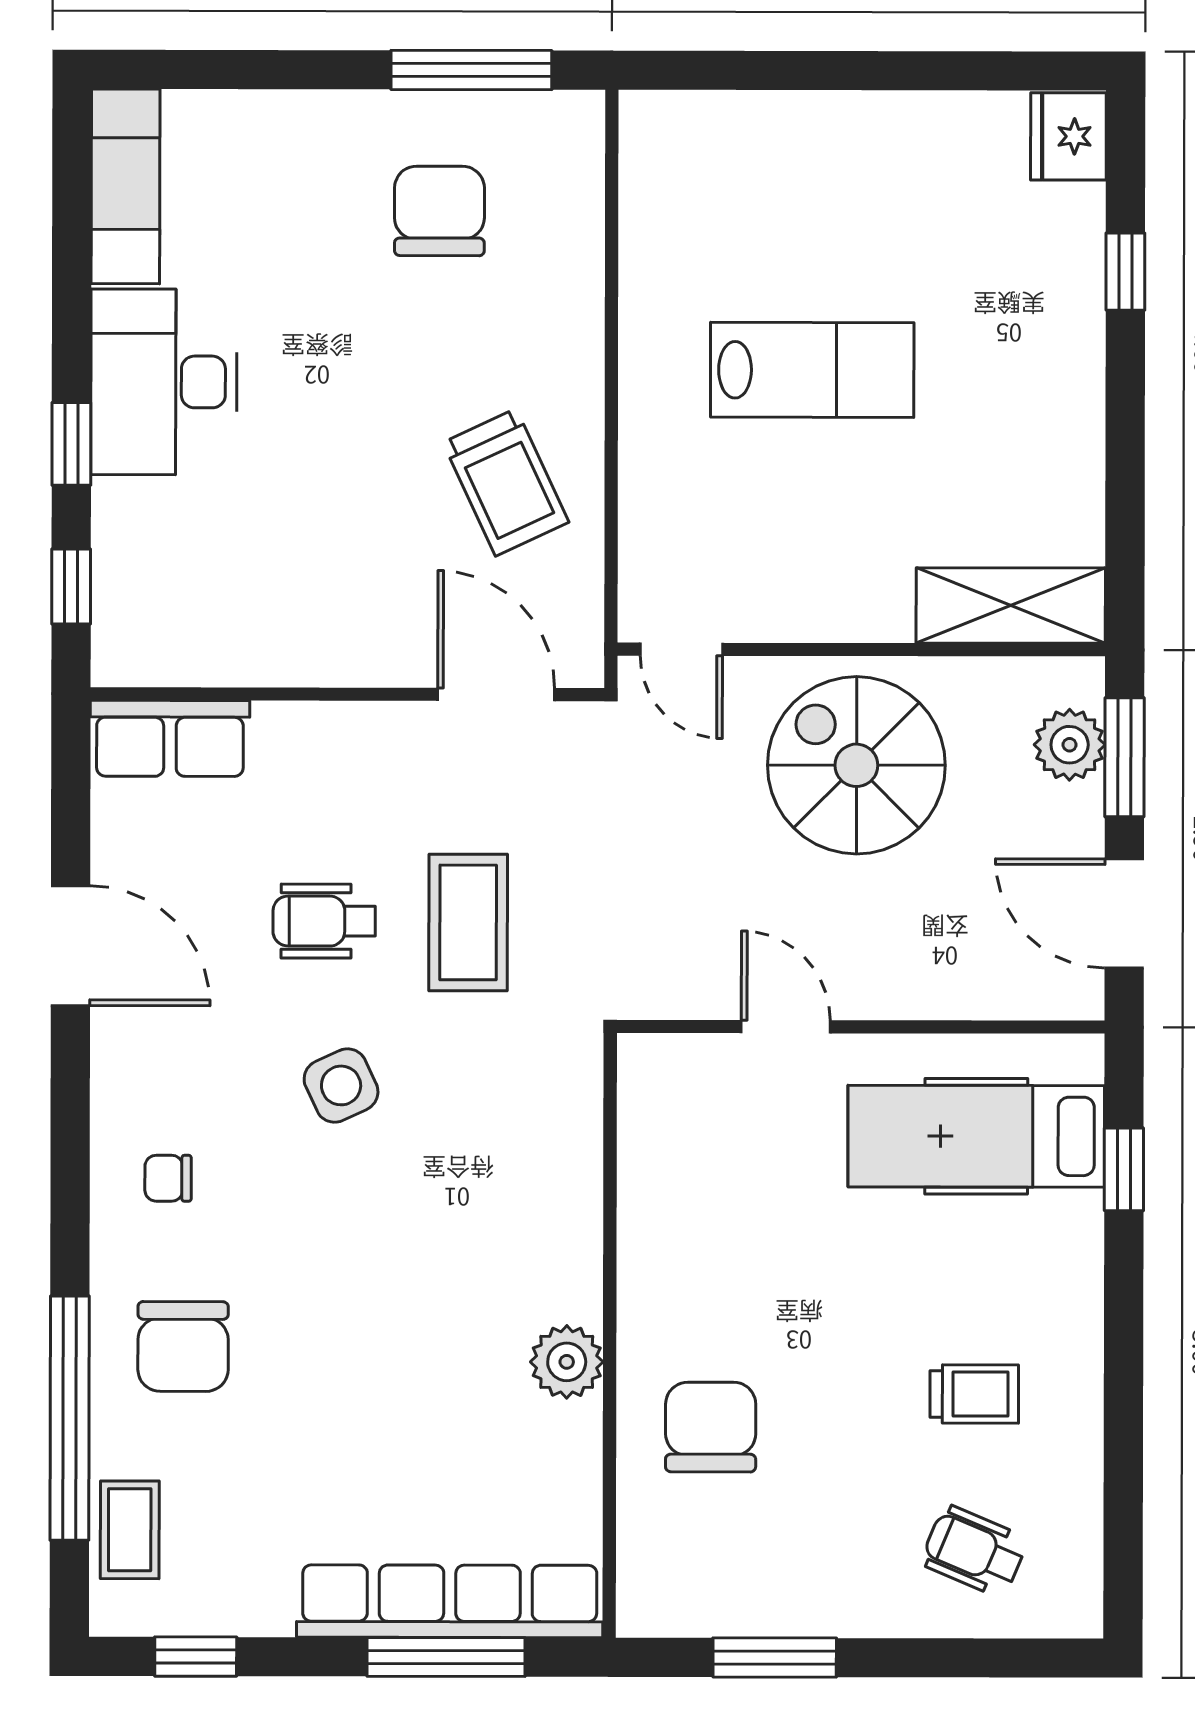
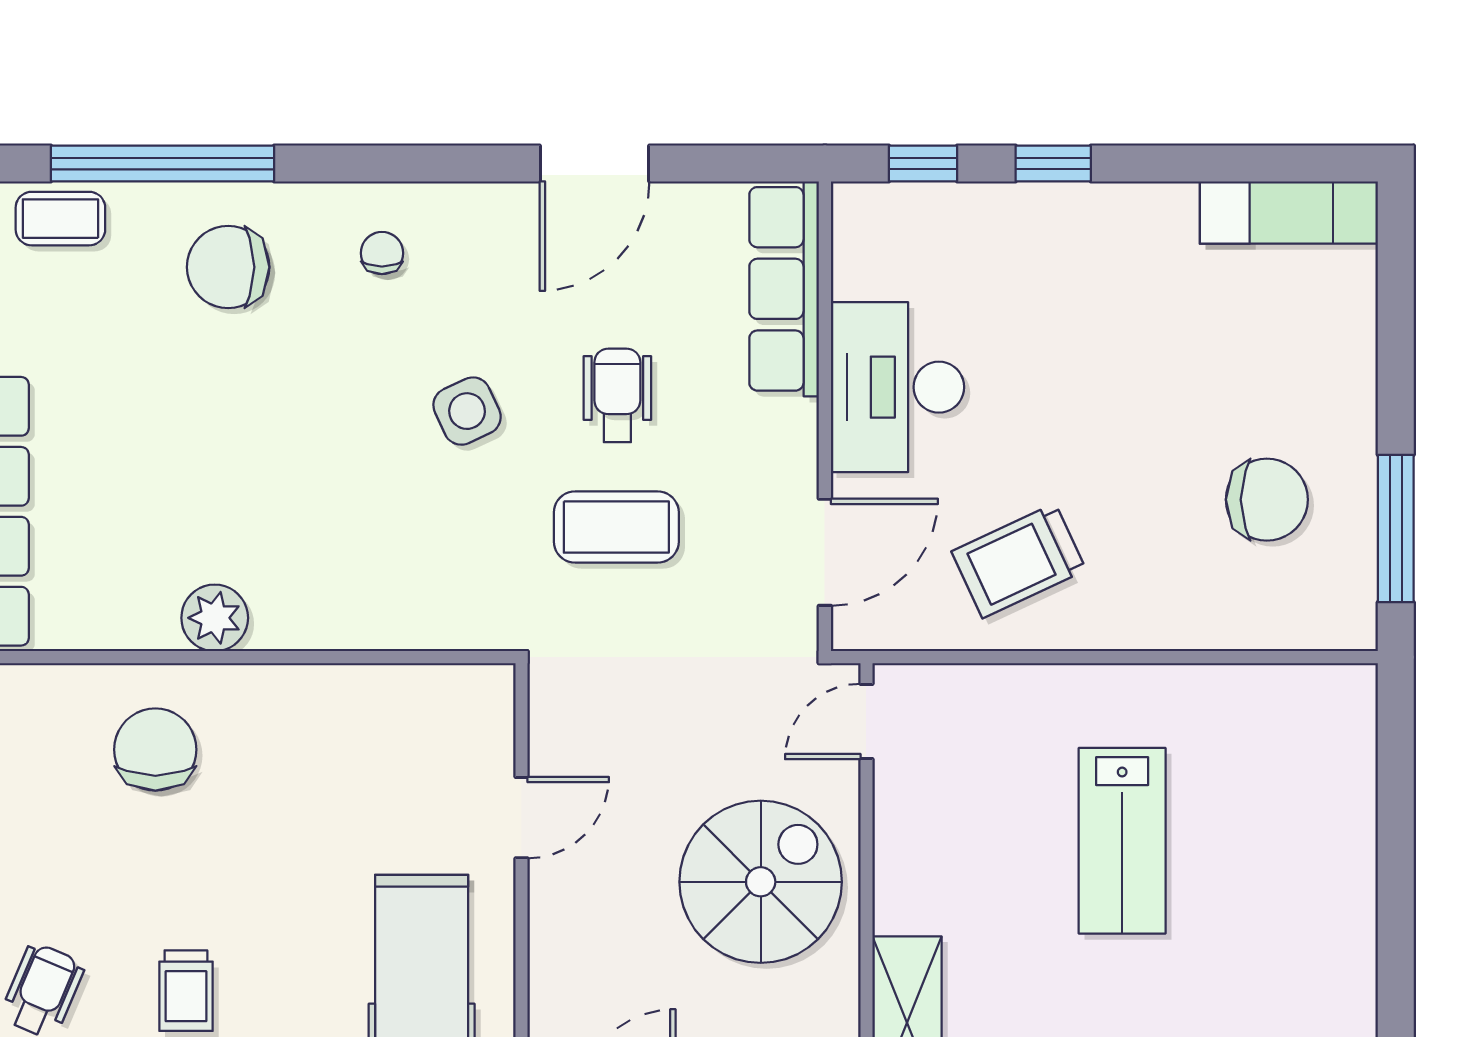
desk: (164, 382) -> (898, 387), moved, turned -90
row of seats: (170, 738) -> (784, 289), width x1.48
chair: (711, 1427) -> (155, 750), turned -90

